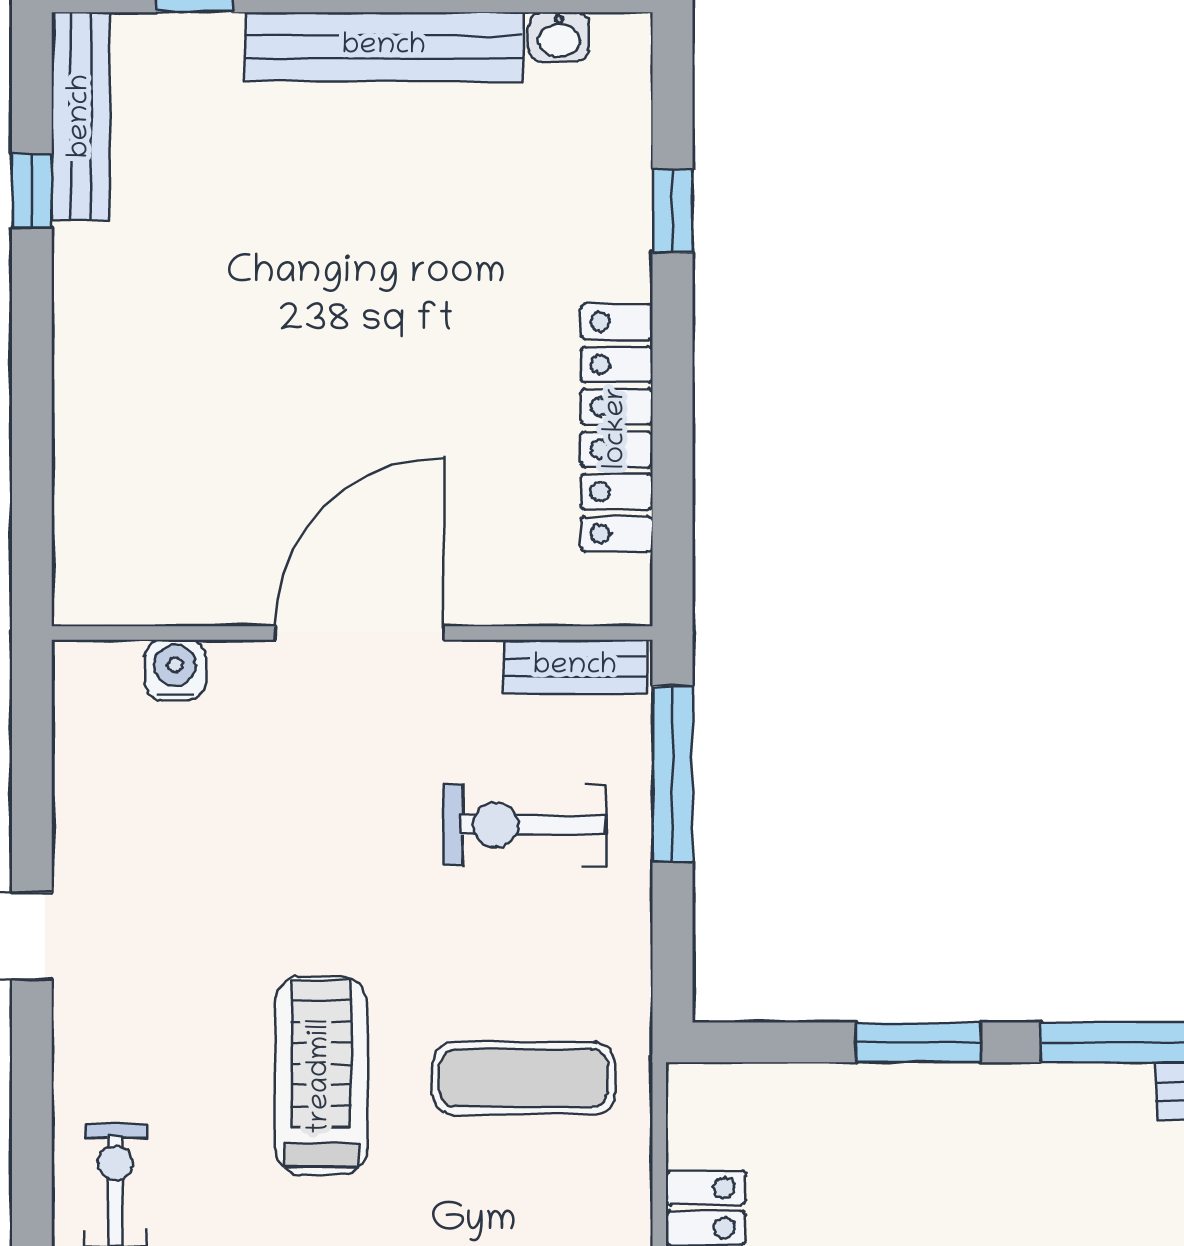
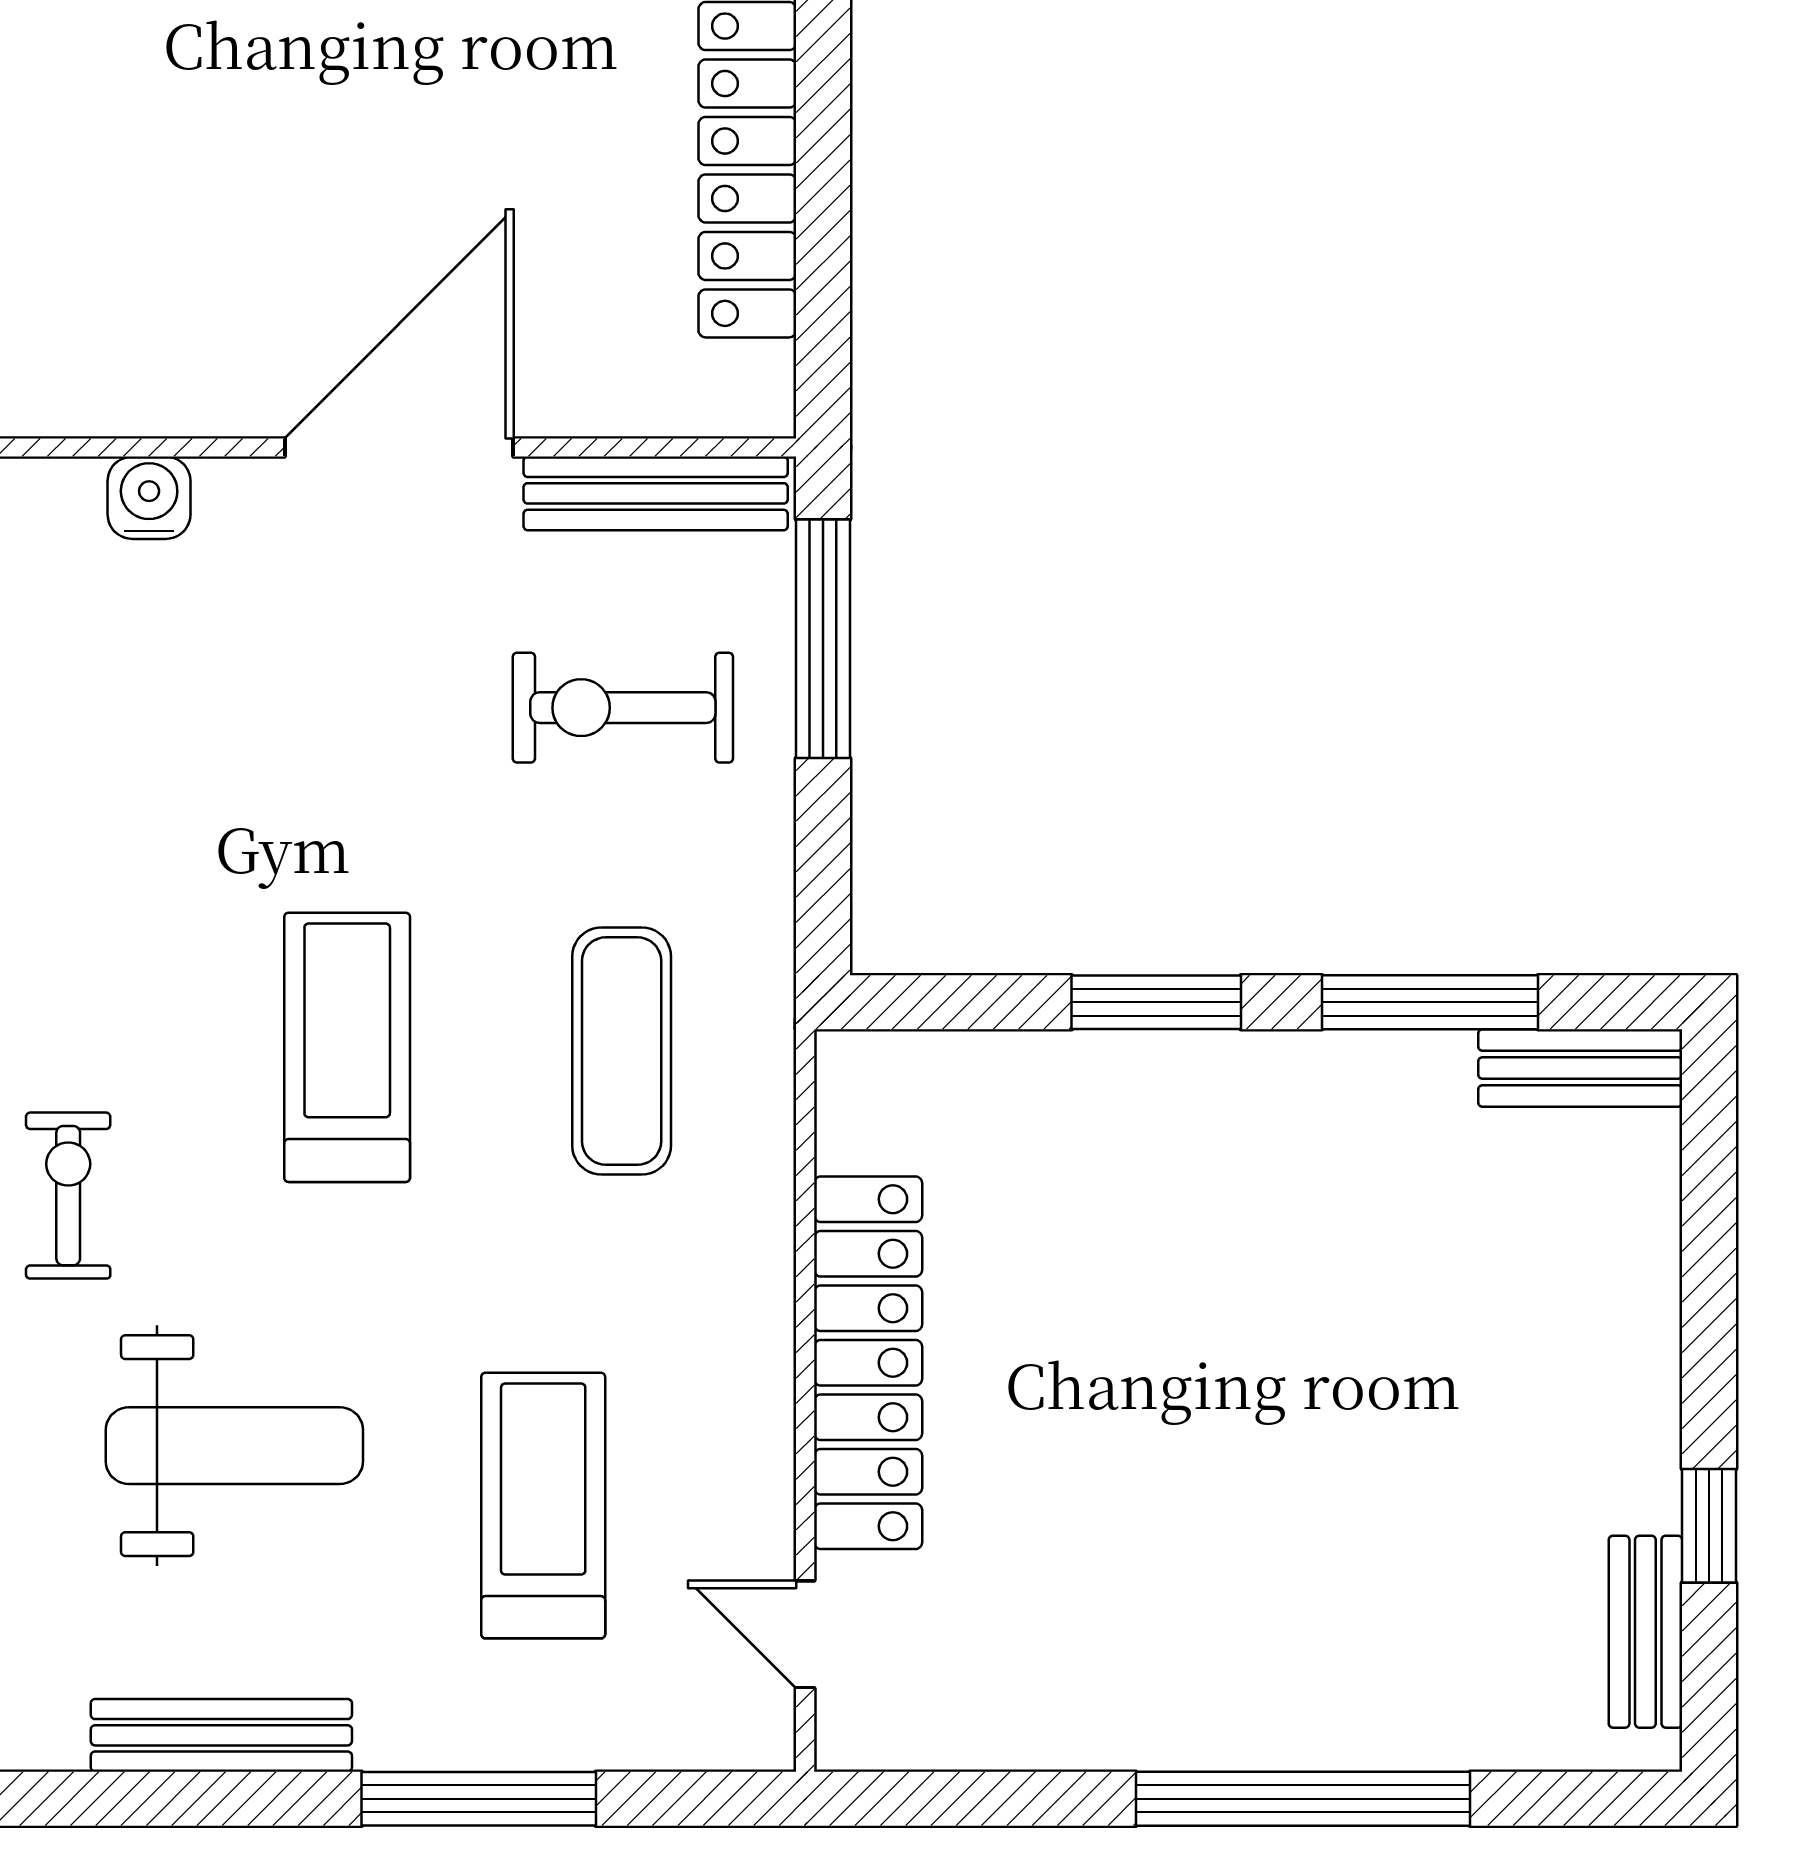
bench: (575, 667) -> (656, 493), width x1.36
exercise mat: (524, 1078) -> (622, 1051), turned 90

